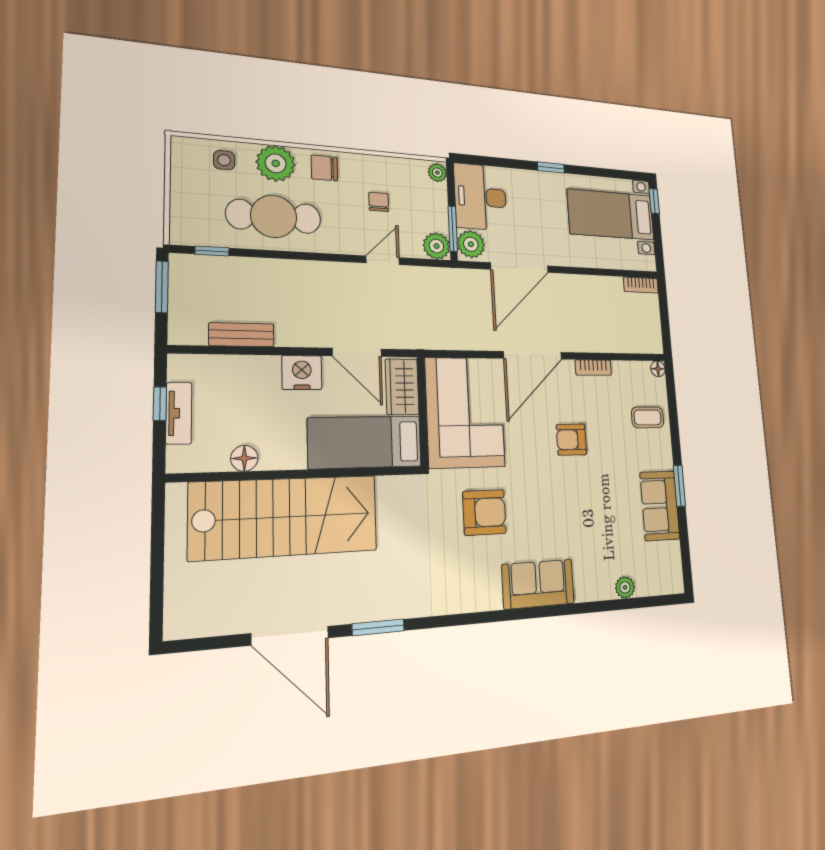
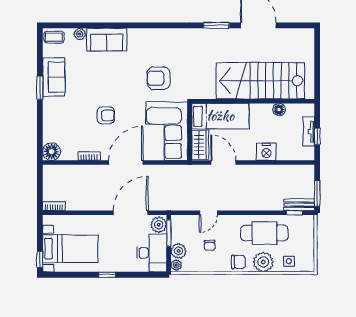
plant: (436, 246) -> (179, 251), moved
bench: (241, 335) -> (299, 205), moved
floor lamp: (658, 369) -> (52, 152), width x1.89, depth x1.89
nightstand: (302, 373) -> (266, 152), moved
coffee table: (648, 417) -> (54, 37), moved
sofa: (538, 584) -> (107, 40), moved

